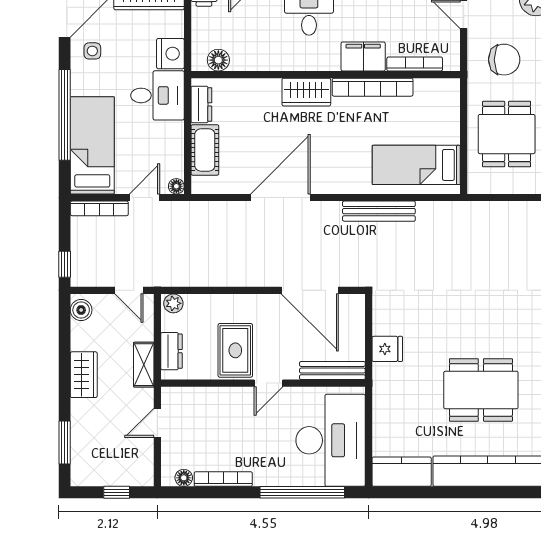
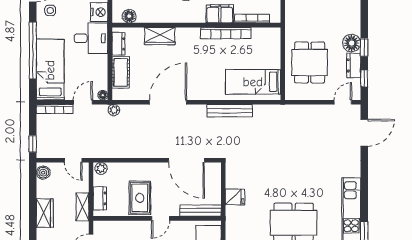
chair: (504, 60) -> (308, 16), removed
wardrobe: (306, 92) -> (160, 36), moved
plant: (194, 210) -> (114, 110), added

